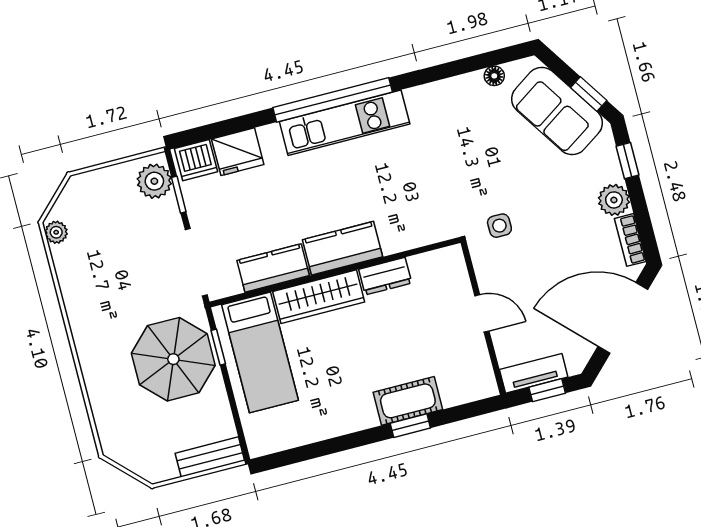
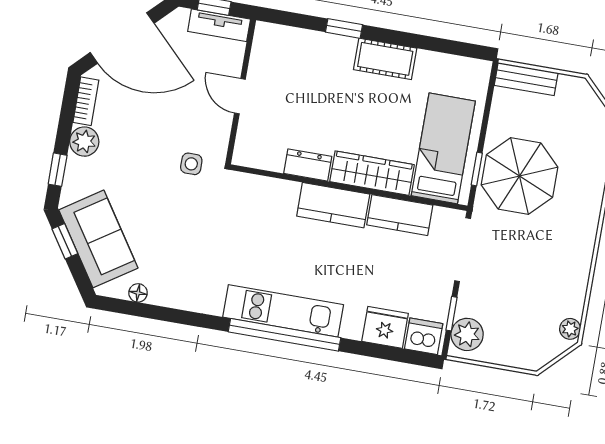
cot: (408, 401) -> (385, 59), moved

